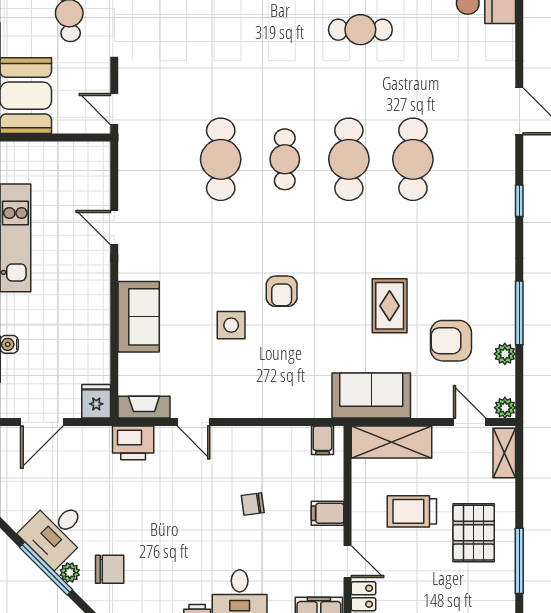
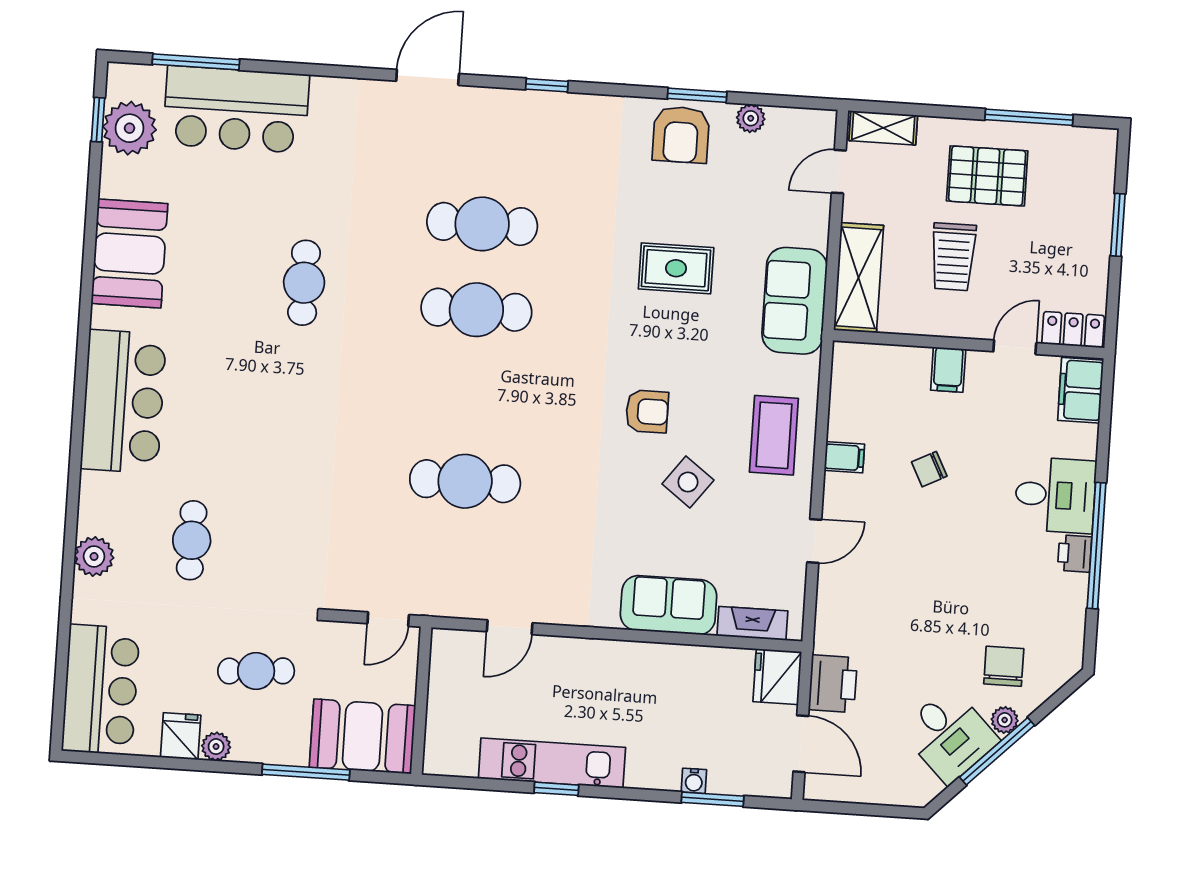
cafe table: (285, 159) -> (471, 395), removed
door: (114, 227) -> (510, 627), moved
window: (519, 313) -> (697, 95), width x0.69
side table: (231, 325) -> (688, 482), turned 37
armchair: (451, 341) -> (681, 135), moved
coffee table: (270, 387) -> (774, 435), added
fridge: (96, 401) -> (777, 677), width x1.38
fireplace: (144, 407) -> (752, 623), moved, turned 90
plant: (505, 408) -> (823, 123), removed
filing cabinet: (323, 440) -> (844, 457), moved
printer: (133, 443) -> (833, 684), moved
chair: (253, 504) -> (929, 469), turned 71

